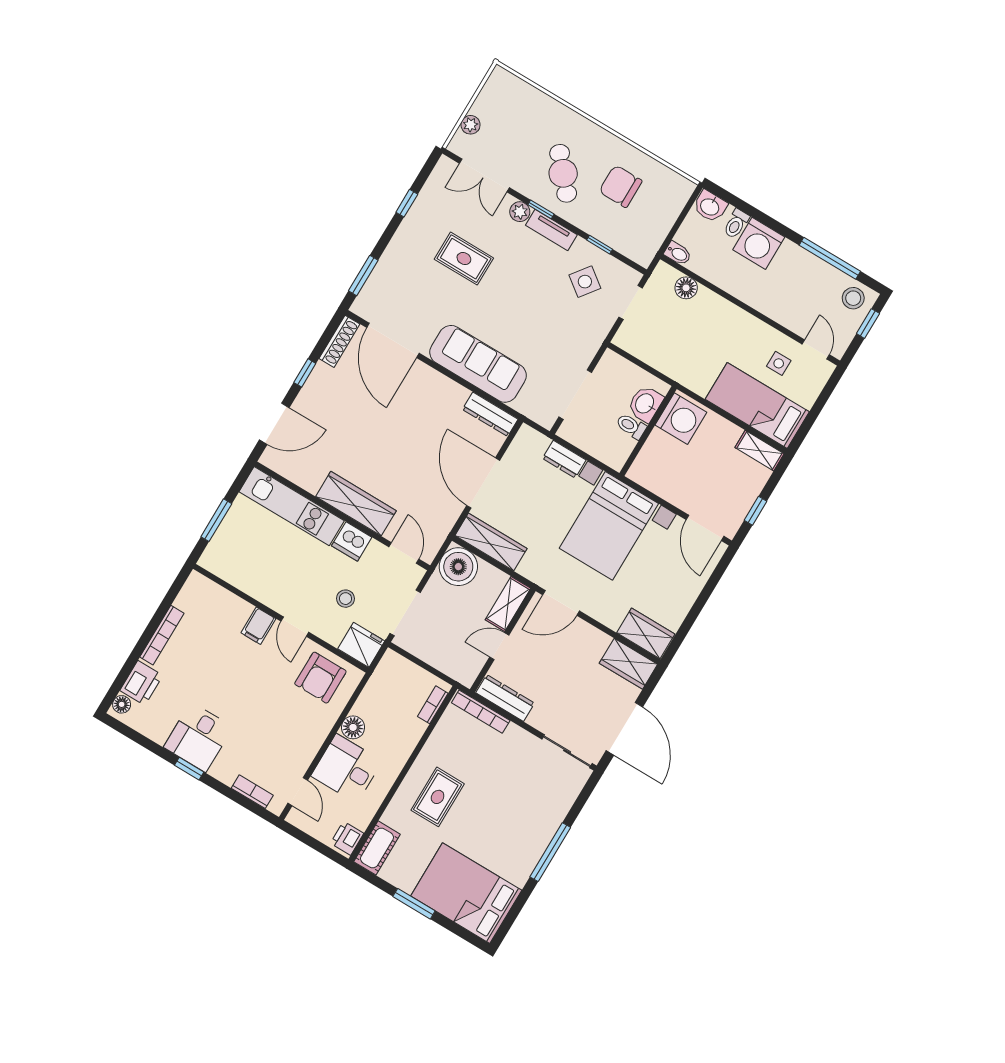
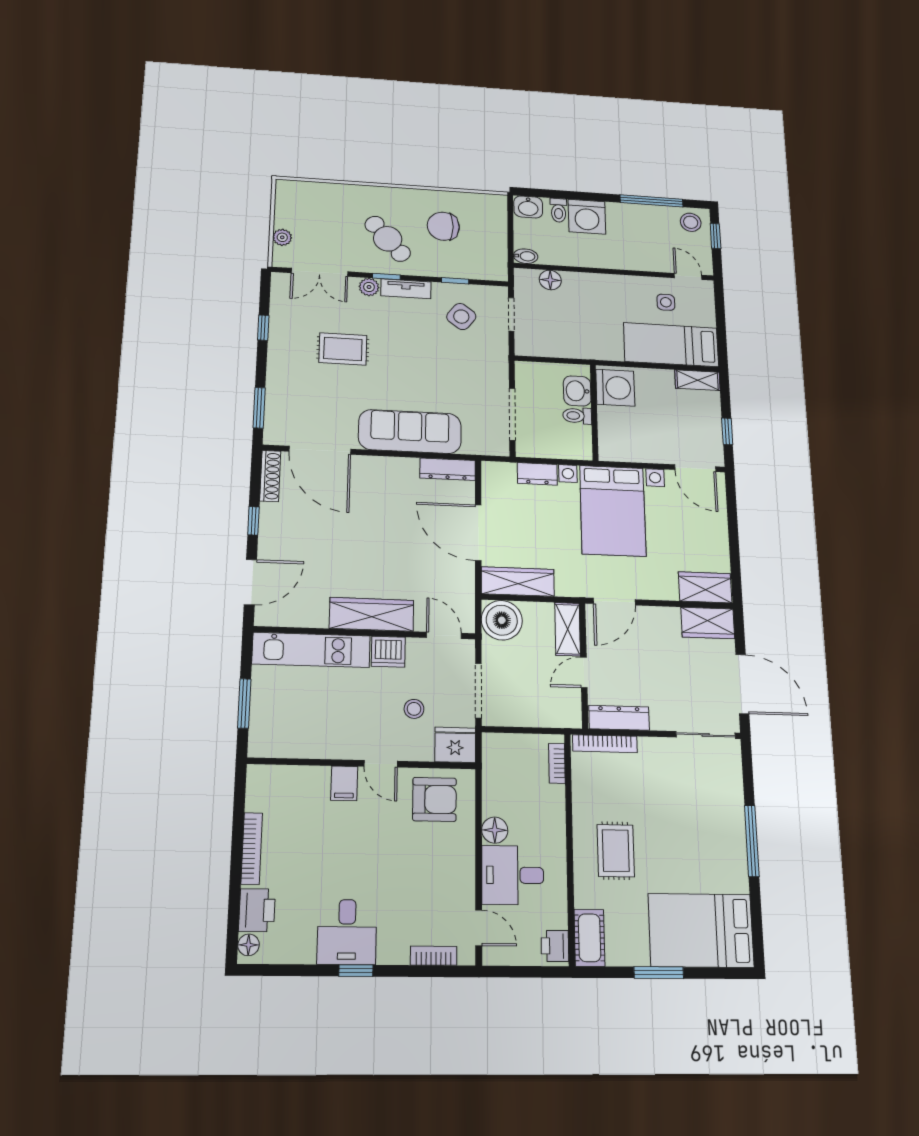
armchair: (320, 678) -> (434, 799), turned -90

